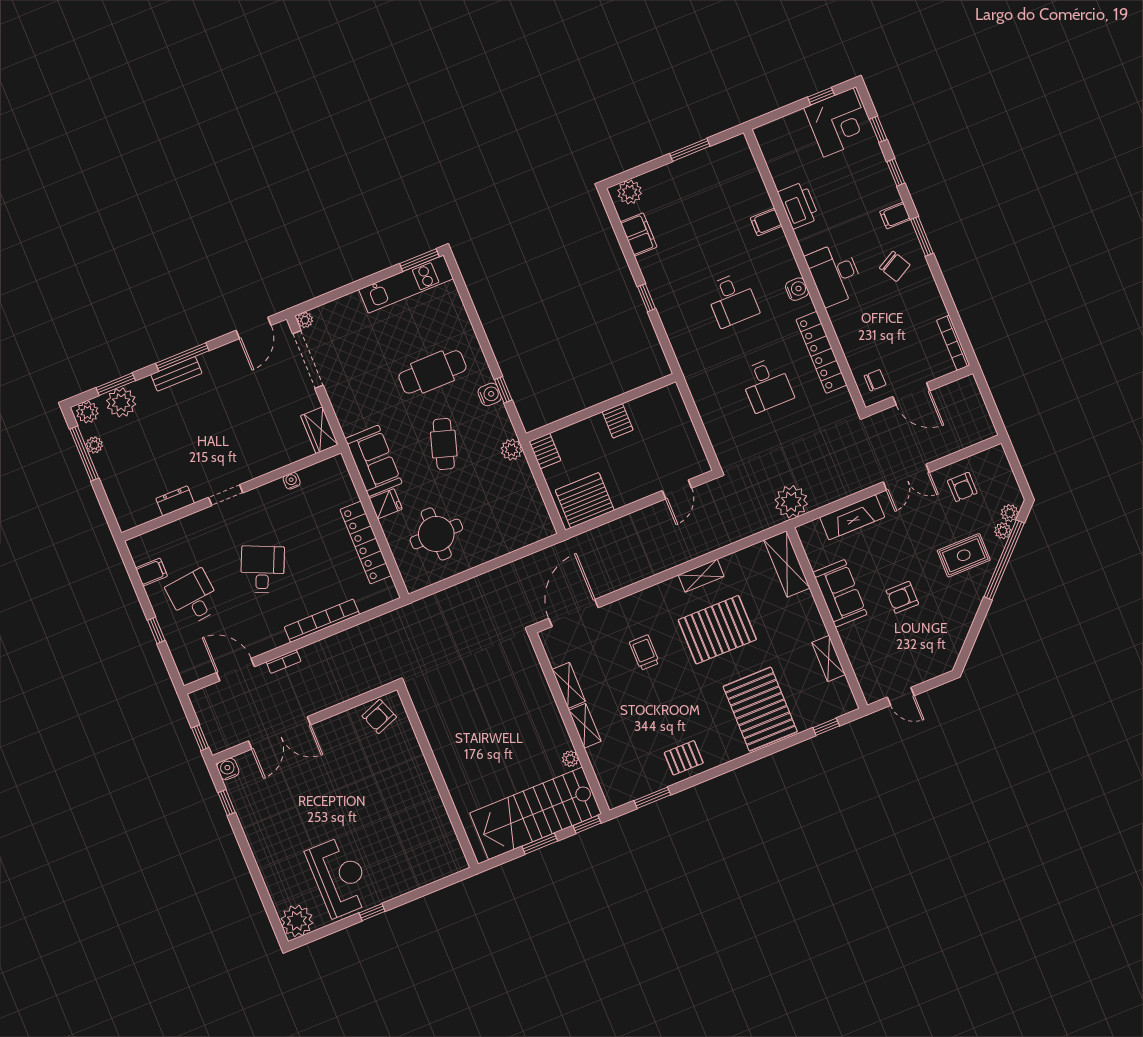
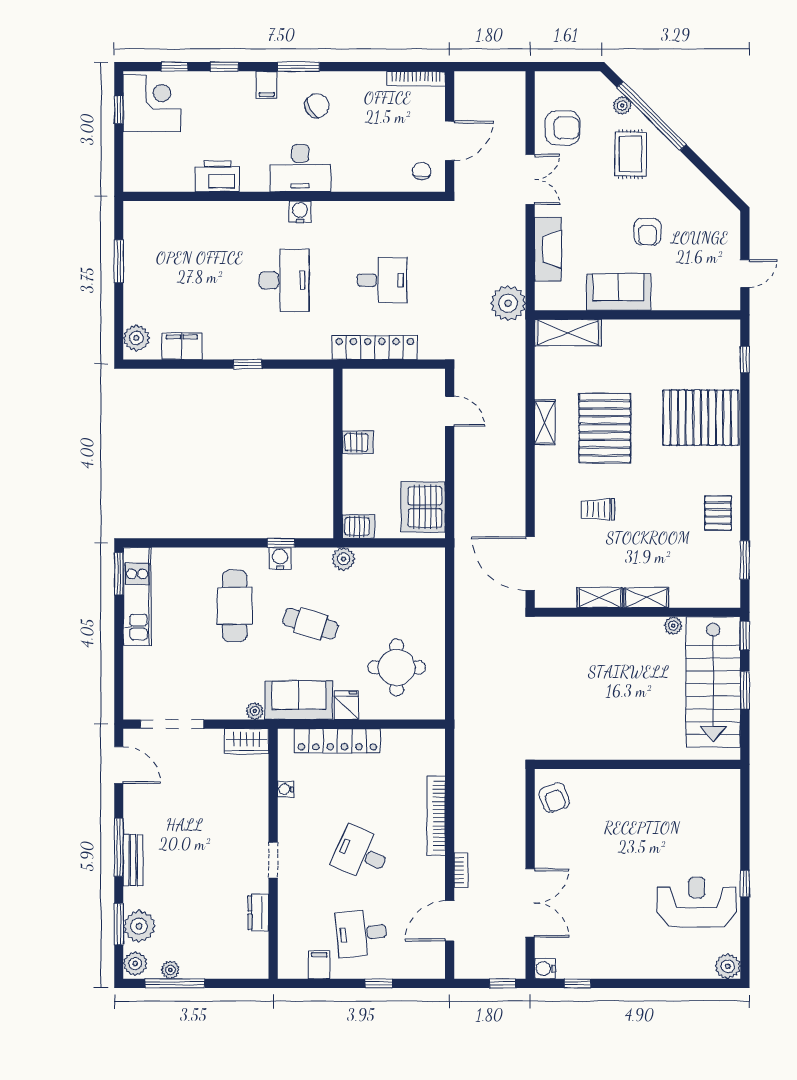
filing cabinet: (766, 222) -> (221, 215), removed
desk: (732, 300) -> (284, 280), width x1.37
plant: (305, 320) -> (255, 711), moved
locker: (821, 352) -> (375, 348), moved, turned 180
armchair: (962, 487) -> (562, 128), width x1.38, depth x1.38
plant: (1010, 513) -> (607, 92), removed
locker: (366, 543) -> (337, 741), moved
shelving: (828, 658) -> (678, 330), removed
plant: (297, 921) -> (728, 966), width x0.73, depth x0.73

